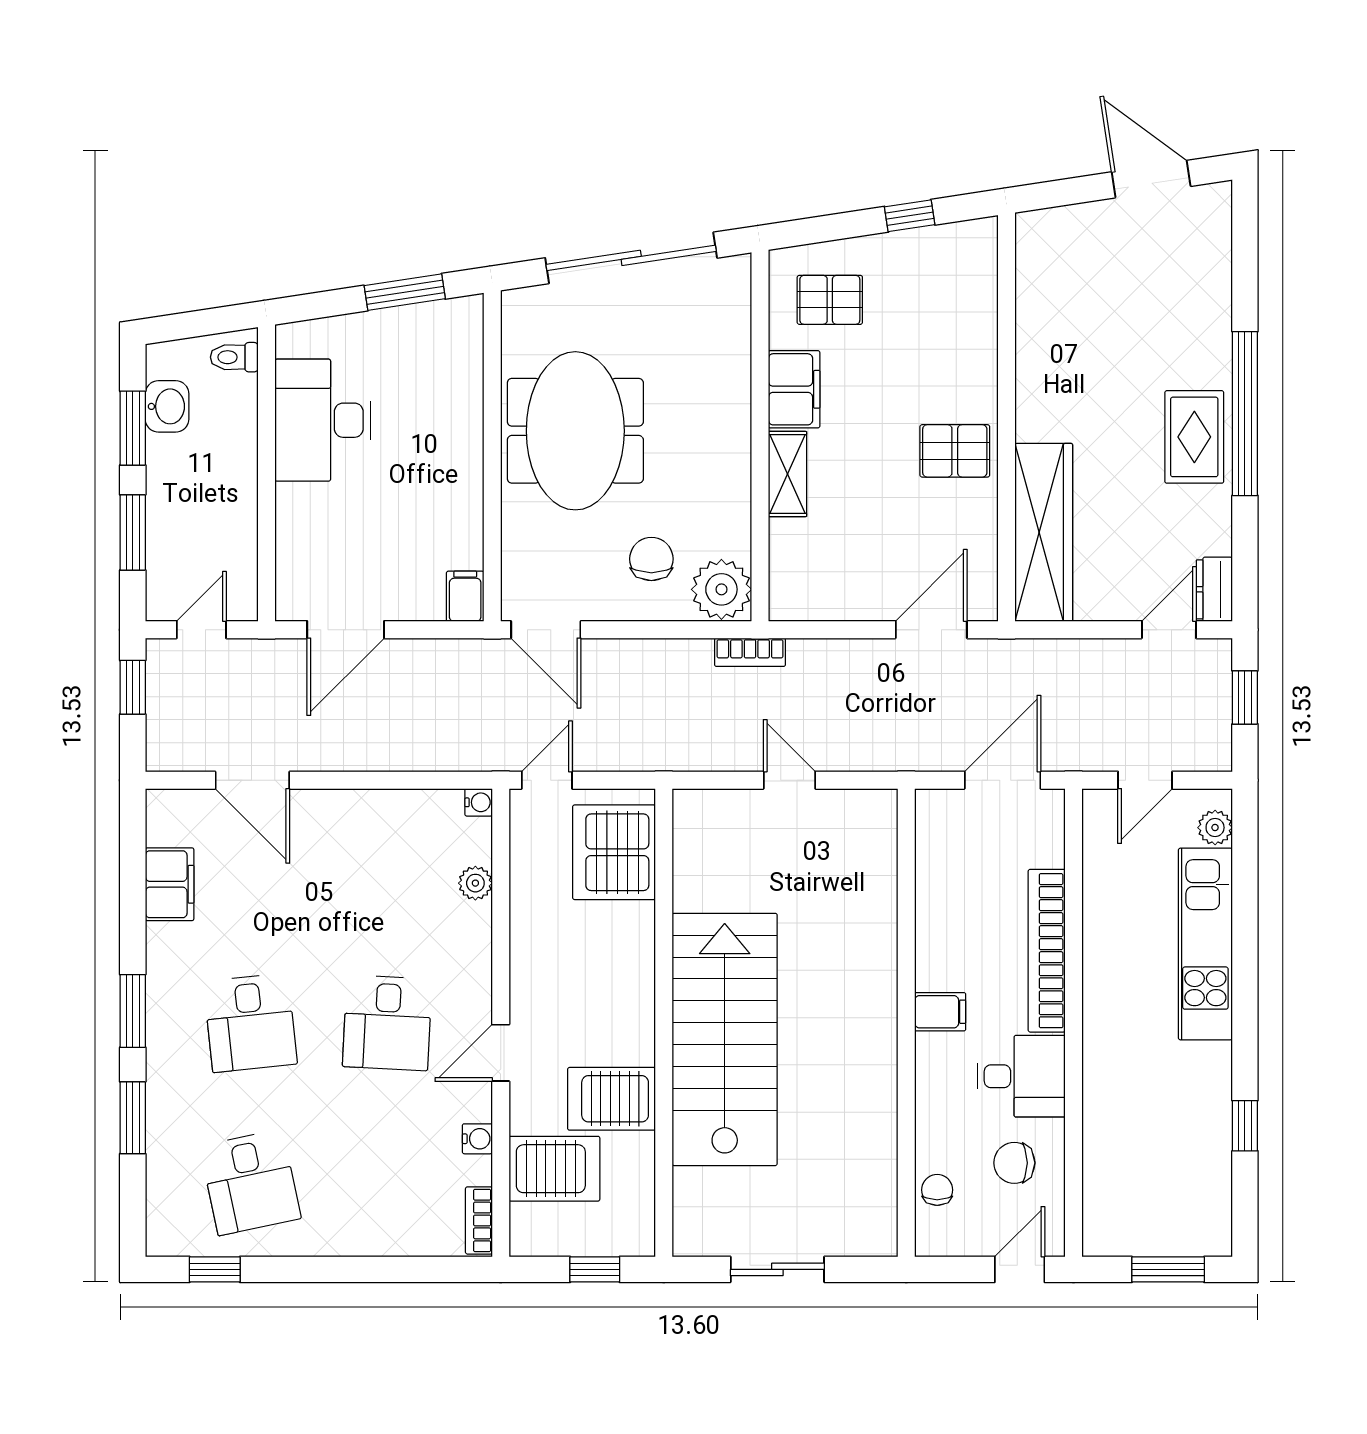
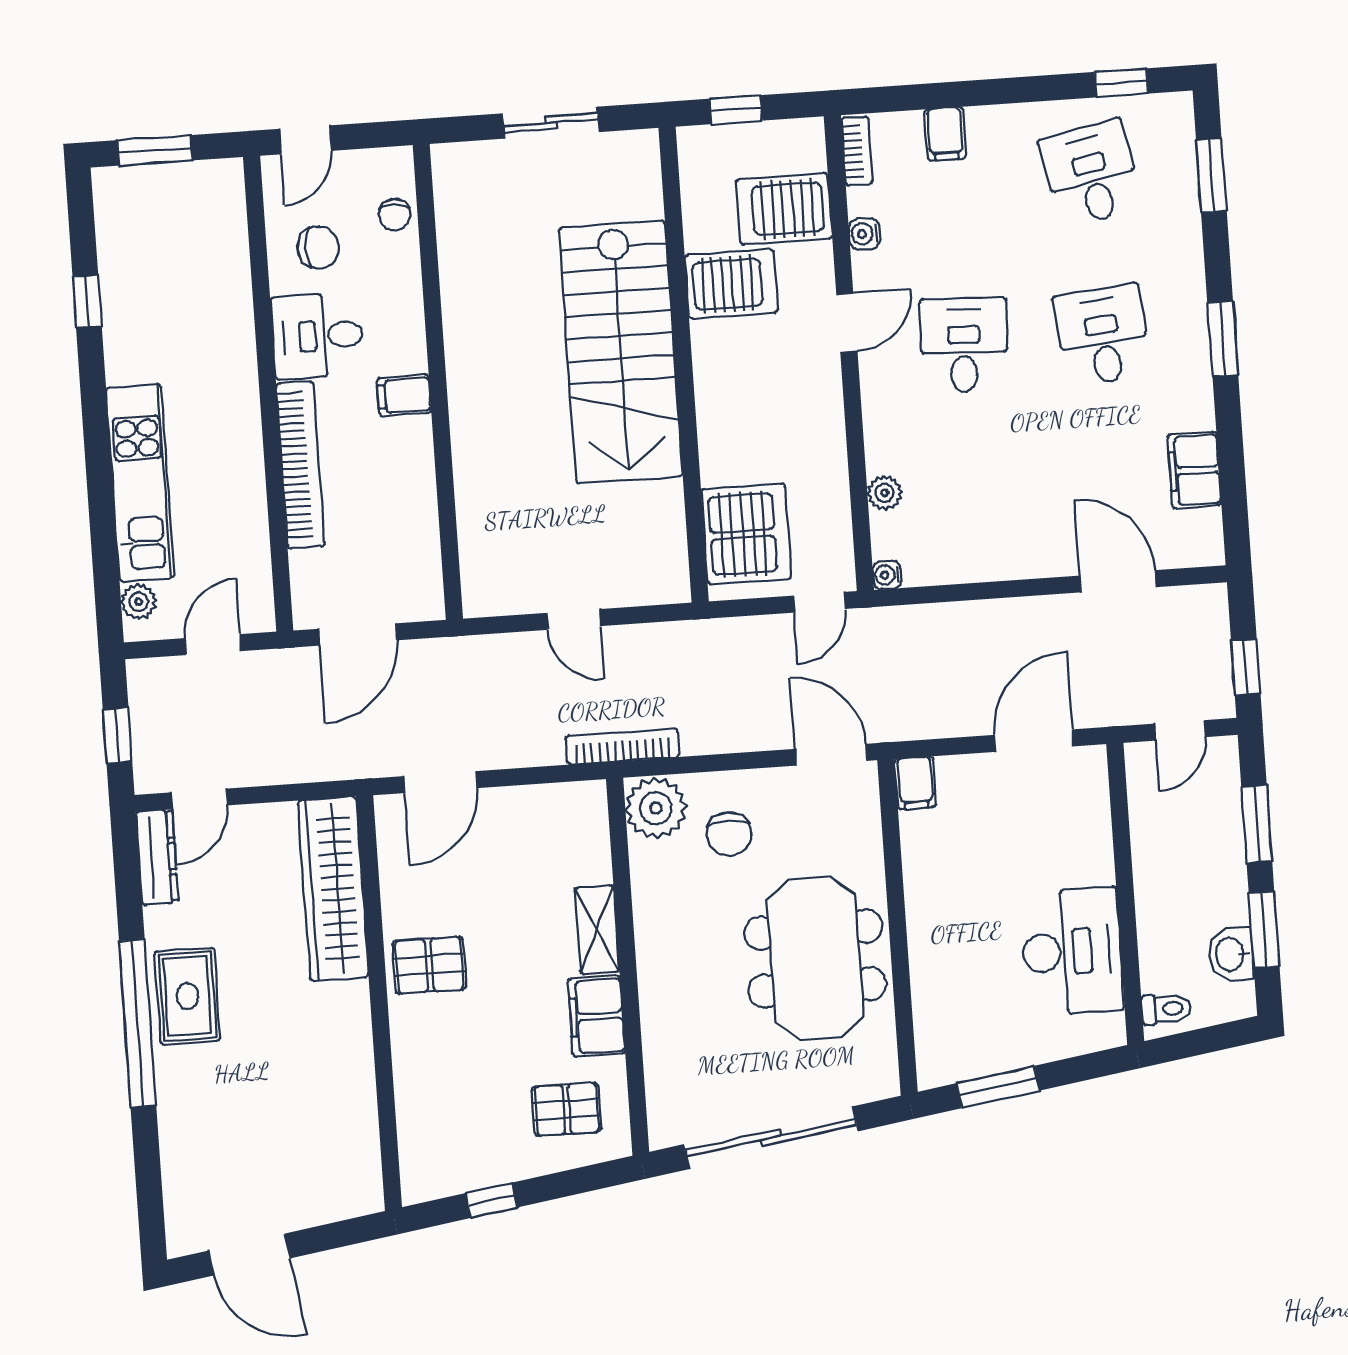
dresser: (1214, 589) -> (157, 857), width x1.44
bookcase: (750, 652) -> (622, 746), width x1.56
window: (133, 1118) -> (1211, 175), moved
filing cabinet: (391, 1231) -> (945, 134), added

